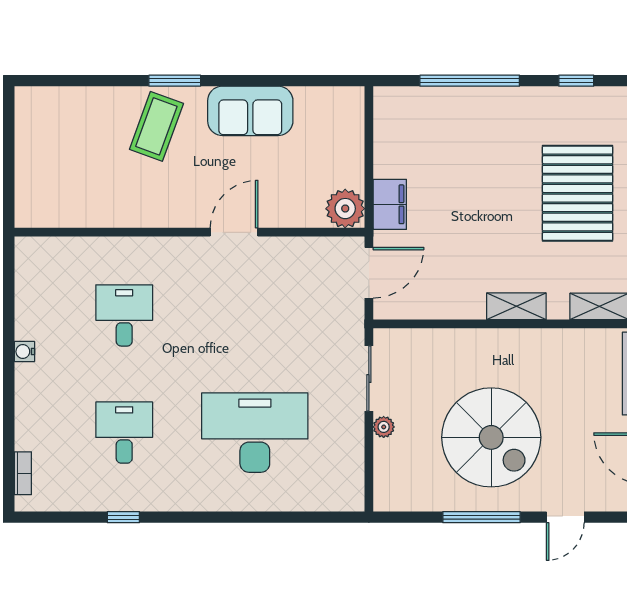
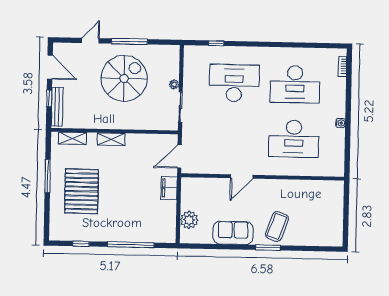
plant: (345, 209) -> (189, 220), moved
desk: (124, 315) -> (294, 139), width x1.87, depth x1.30
desk: (124, 433) -> (295, 84), width x1.87, depth x1.30
desk: (255, 433) -> (234, 83), turned 180
spiral stairs: (491, 437) -> (124, 78), turned 90
window: (123, 517) -> (216, 43), moved

